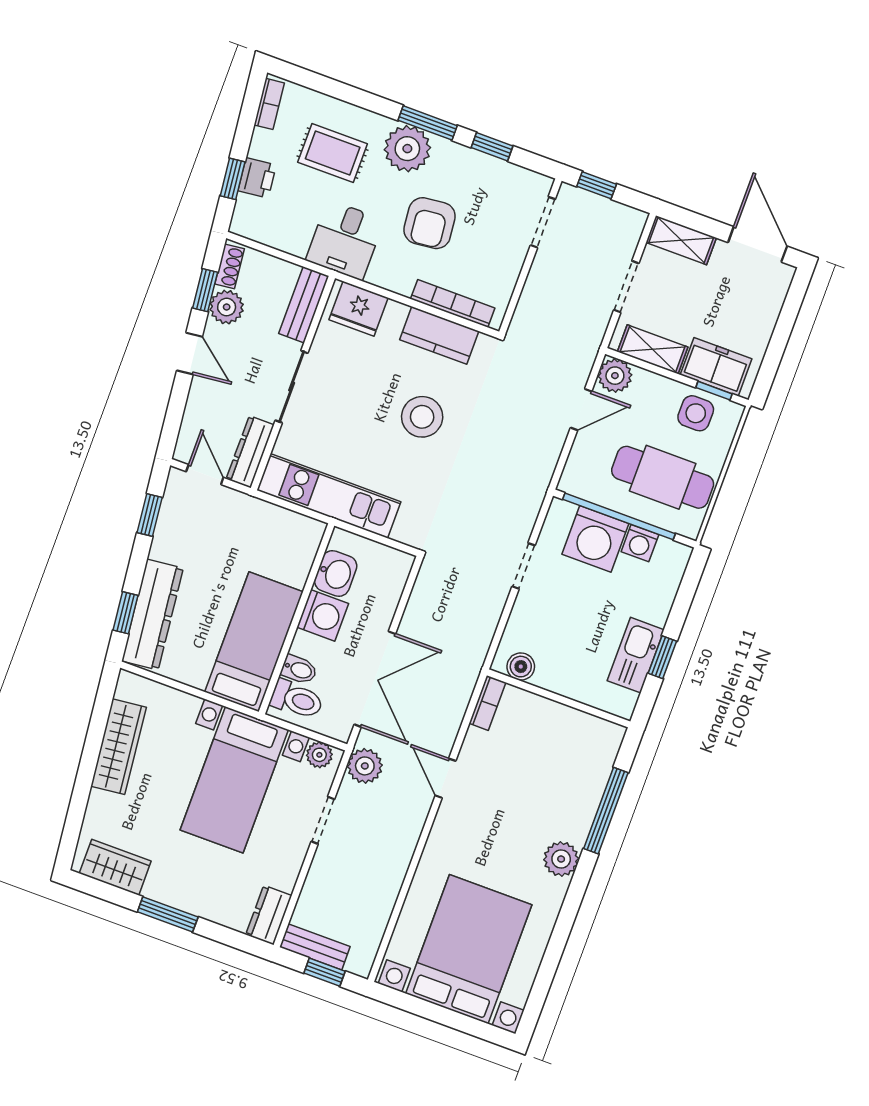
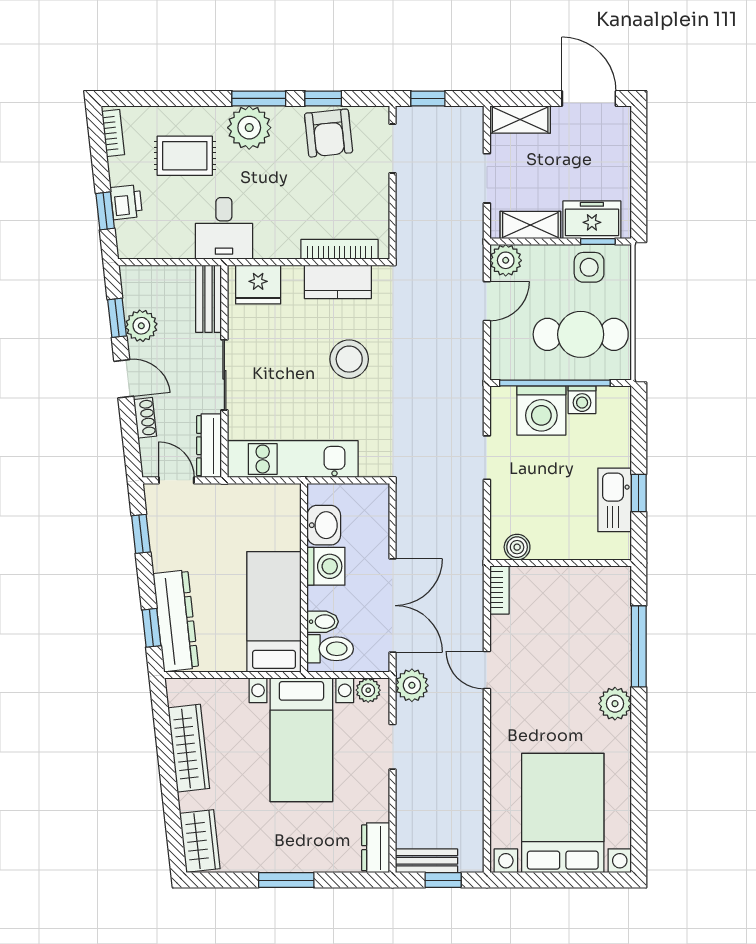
armchair: (430, 223) -> (329, 133), moved
shoe rack: (230, 266) -> (145, 418), moved
wardrobe: (115, 867) -> (200, 841), moved, turned 84

